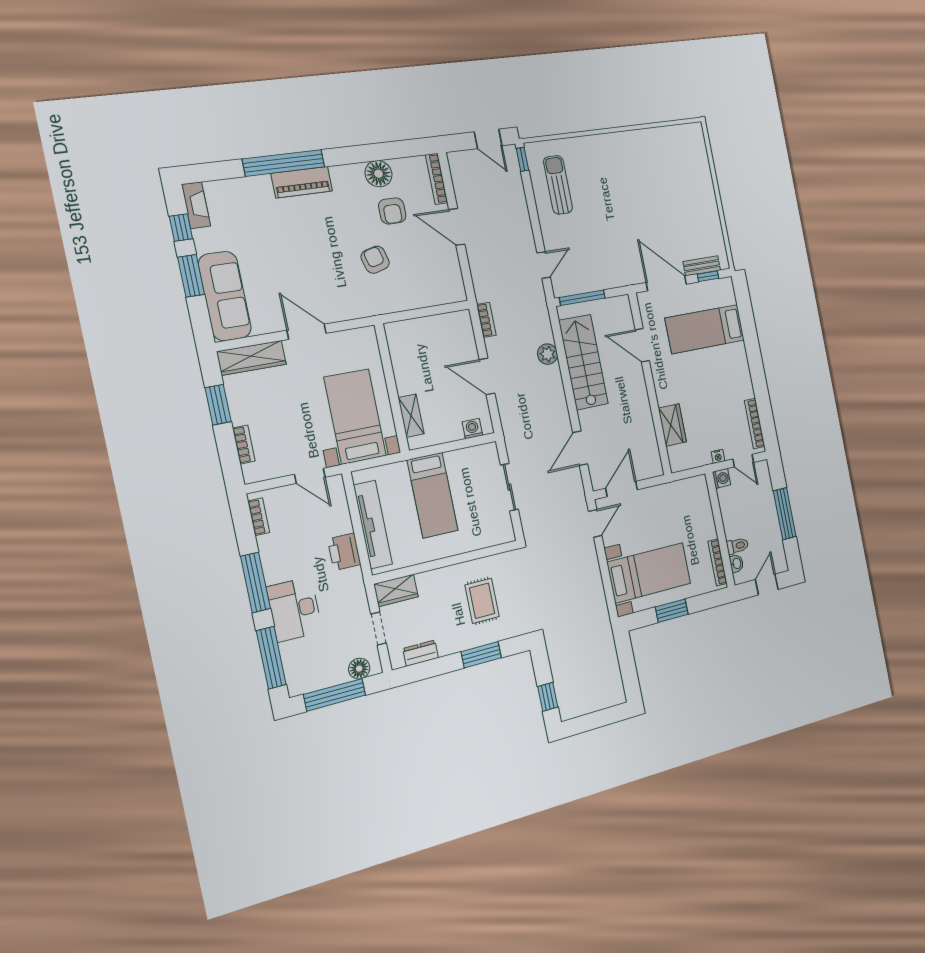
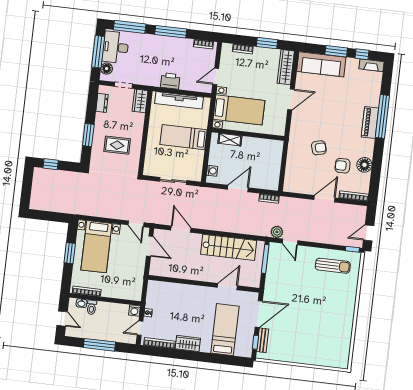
plant: (548, 354) -> (277, 232), moved
wardrobe: (672, 425) -> (188, 343), moved, turned 180
desk: (294, 609) -> (116, 47), moved, turned -90

